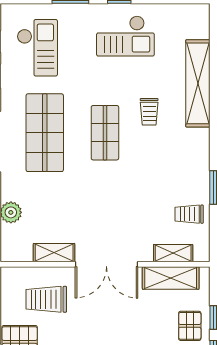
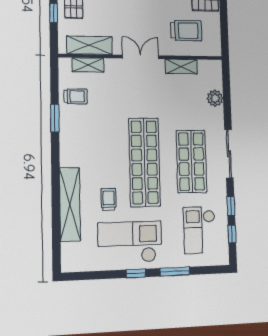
checkout: (125, 36) -> (130, 242), width x1.36, depth x1.21
trolley: (149, 112) -> (109, 199), moved
shop shelf: (105, 133) -> (144, 162), width x2.00, depth x1.36
double door: (106, 264) -> (141, 57), width x0.73

